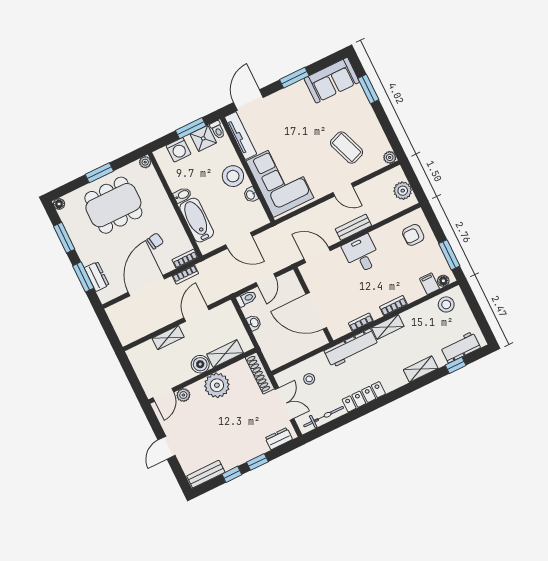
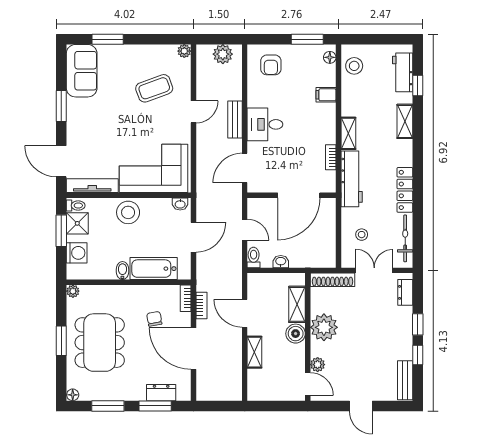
washbasin: (251, 195) -> (180, 204), moved
filing cabinet: (429, 284) -> (326, 95), moved
bookcase: (393, 306) -> (330, 118), removed

